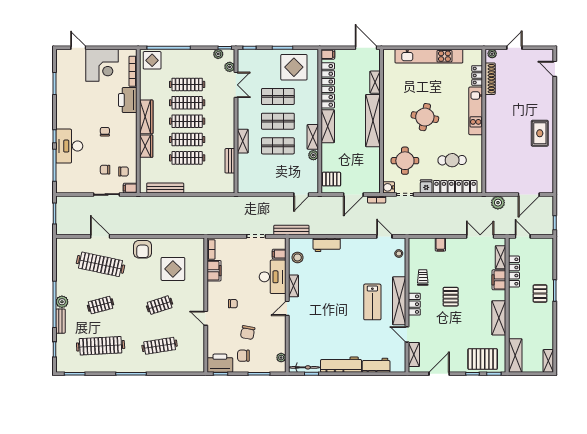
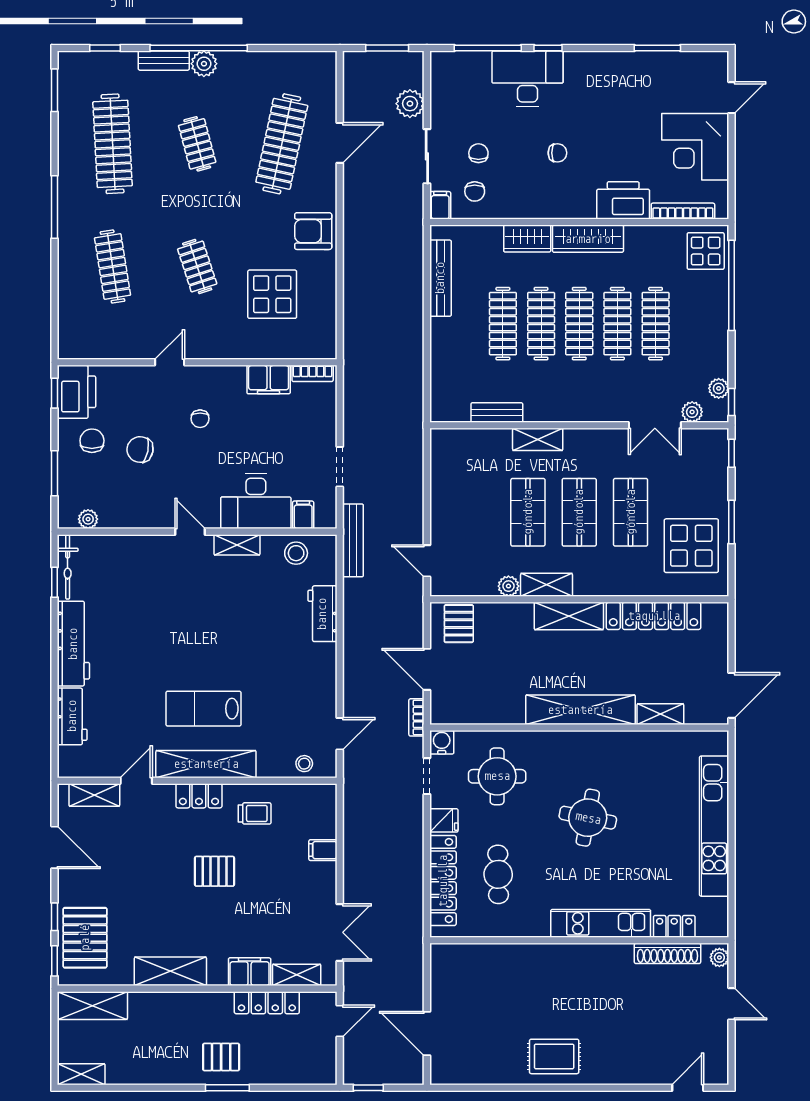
filing cabinet: (328, 54) -> (718, 616), removed
plant: (498, 203) -> (410, 104), moved

